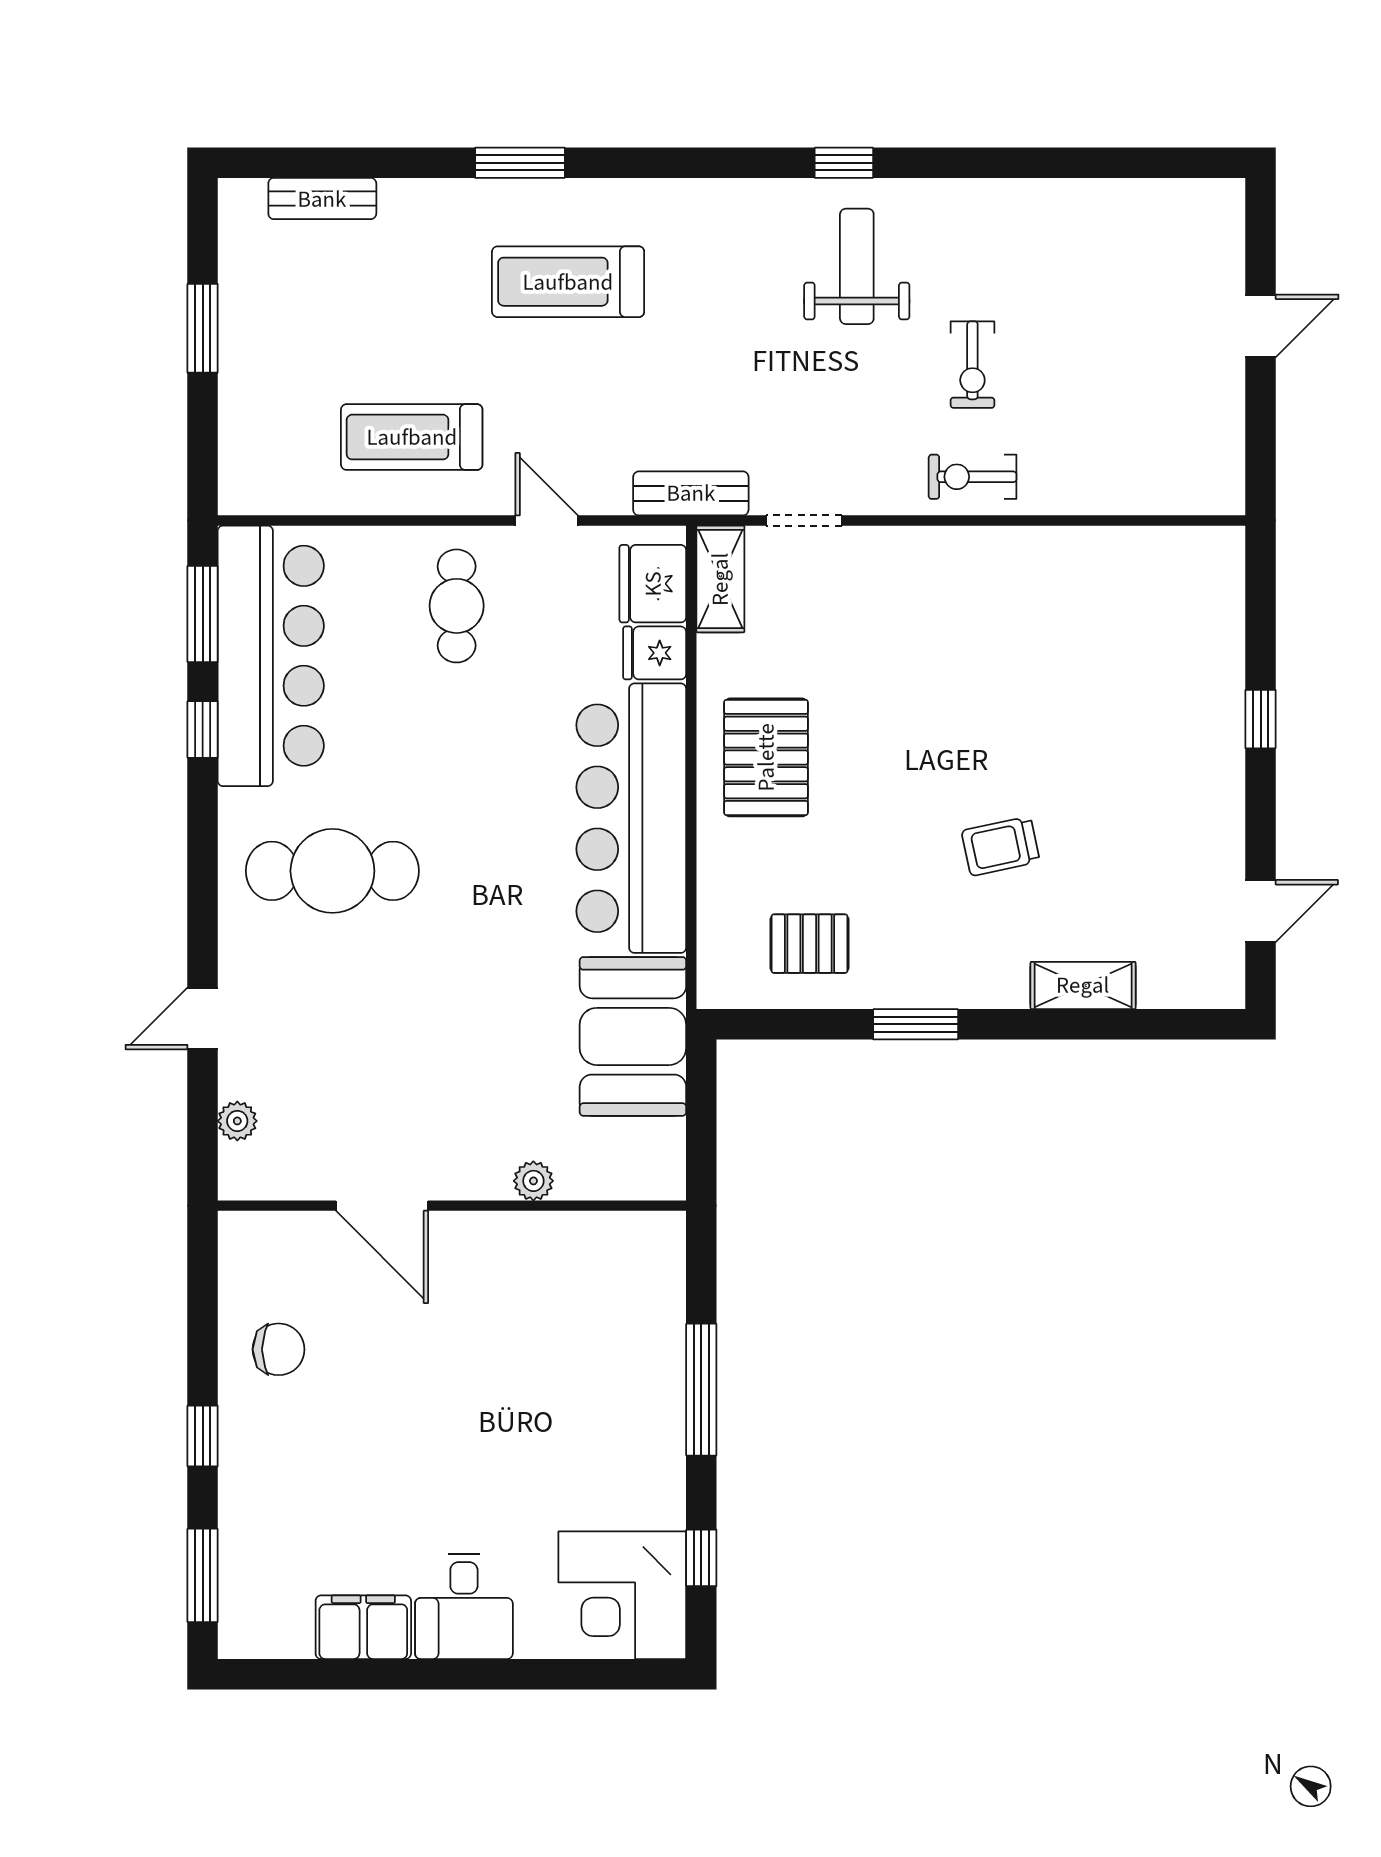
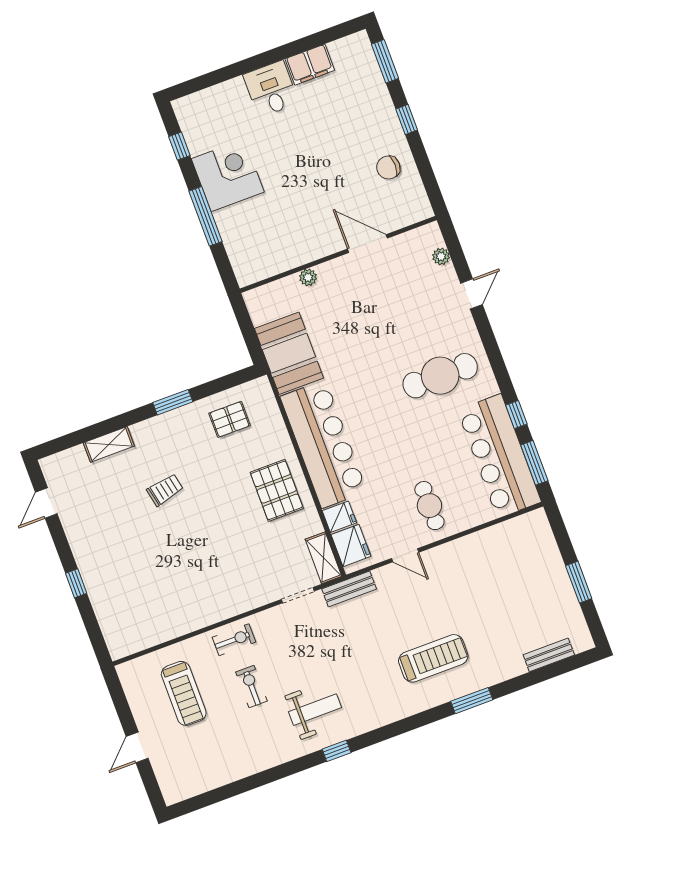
weight bench: (857, 266) -> (315, 710), turned -90
treadmill: (412, 437) -> (184, 693), moved, turned 90
corner desk: (622, 1595) -> (228, 175), moved

